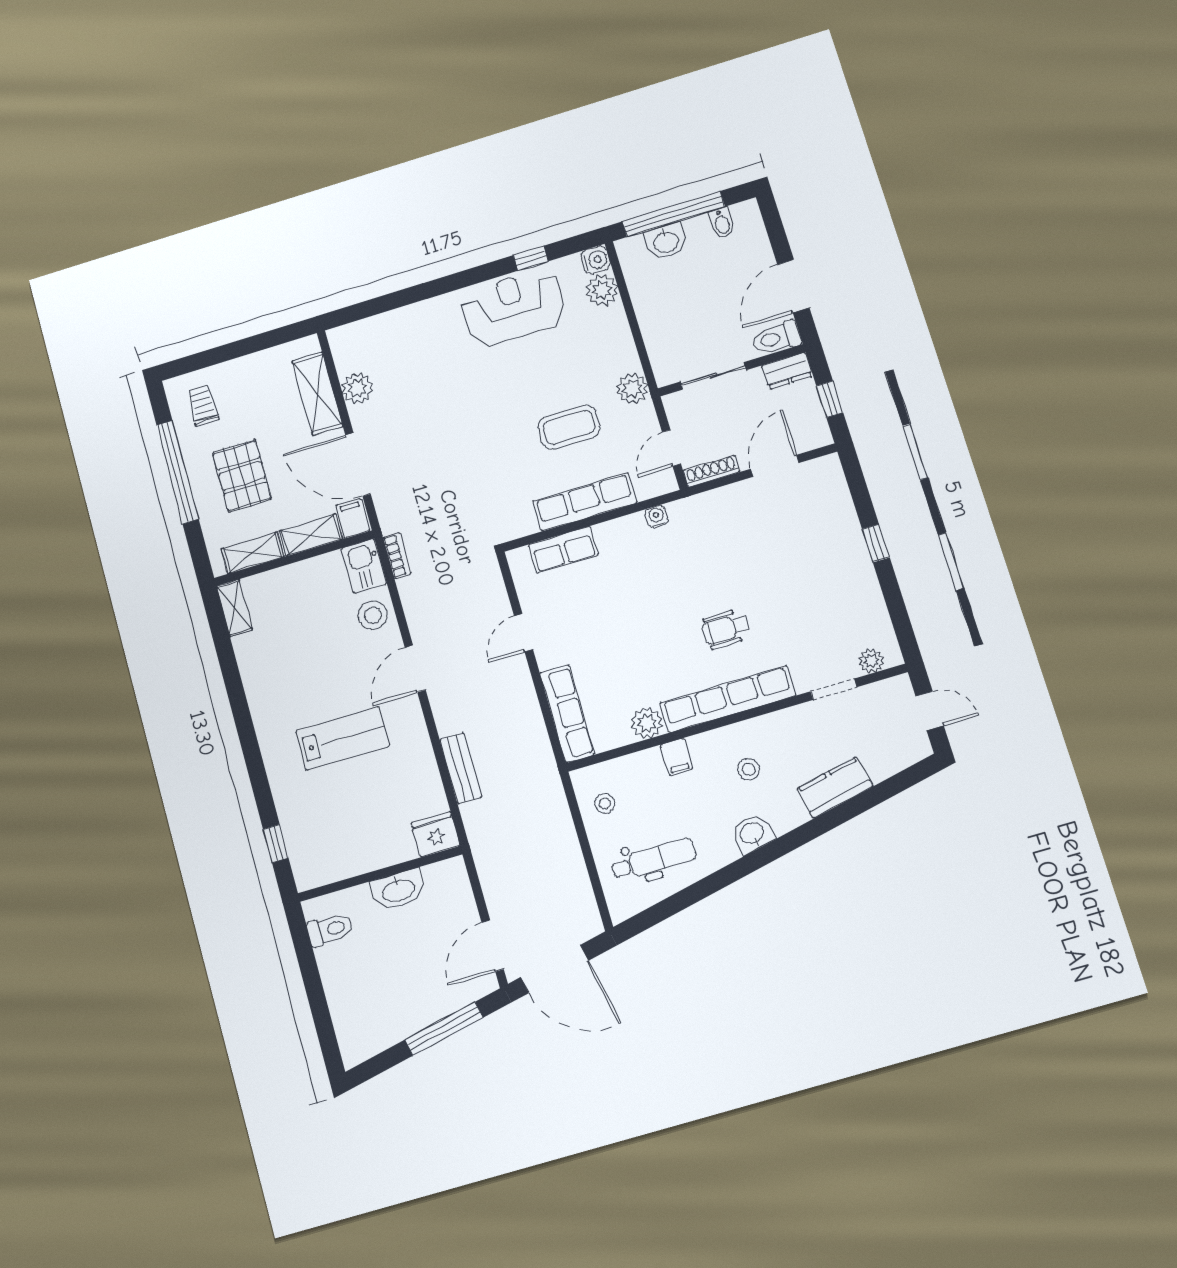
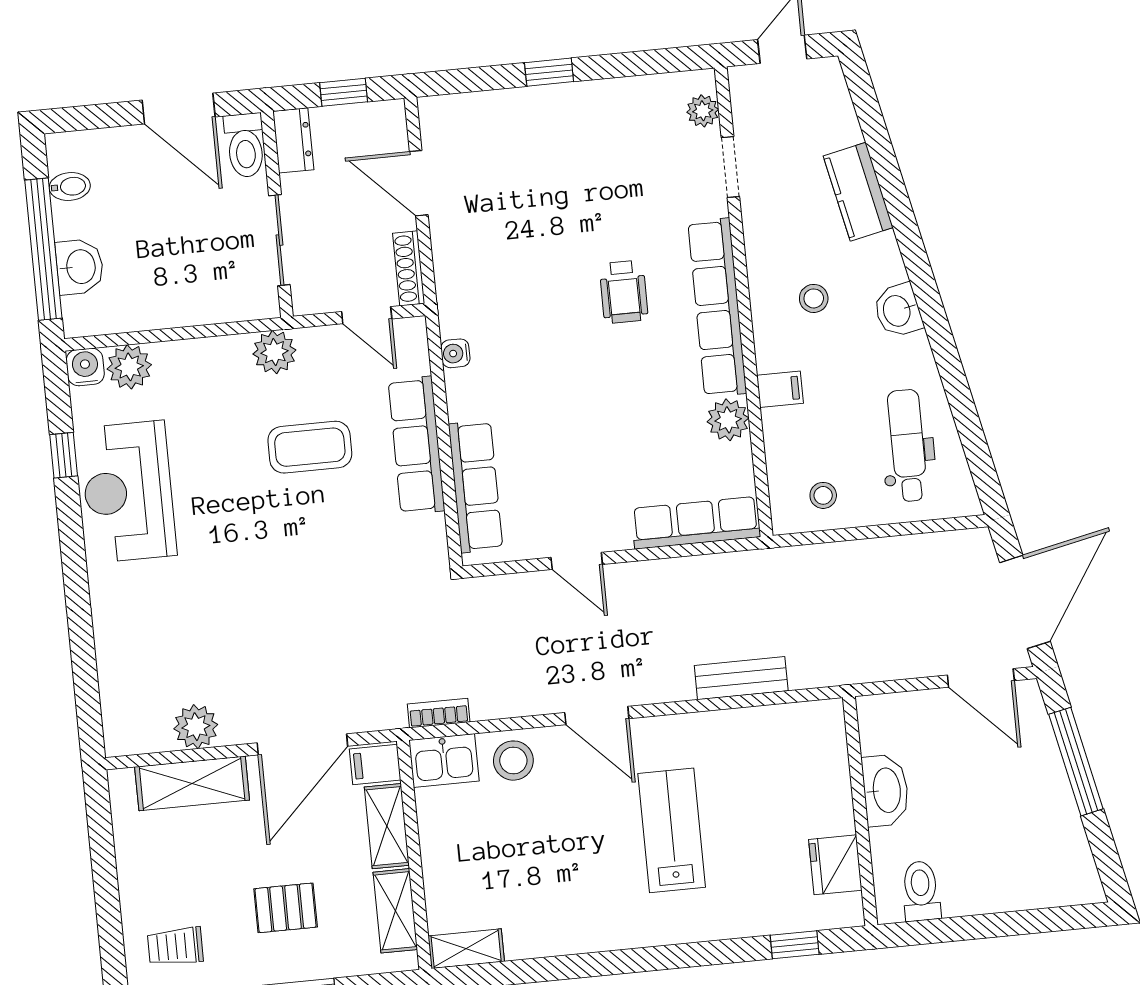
coffee table: (569, 427) -> (310, 447), turned 90
pallet: (242, 476) -> (286, 908), width x0.67, depth x0.71
row of seats: (563, 550) -> (476, 487), width x1.48
fridge: (436, 834) -> (835, 865), moved

